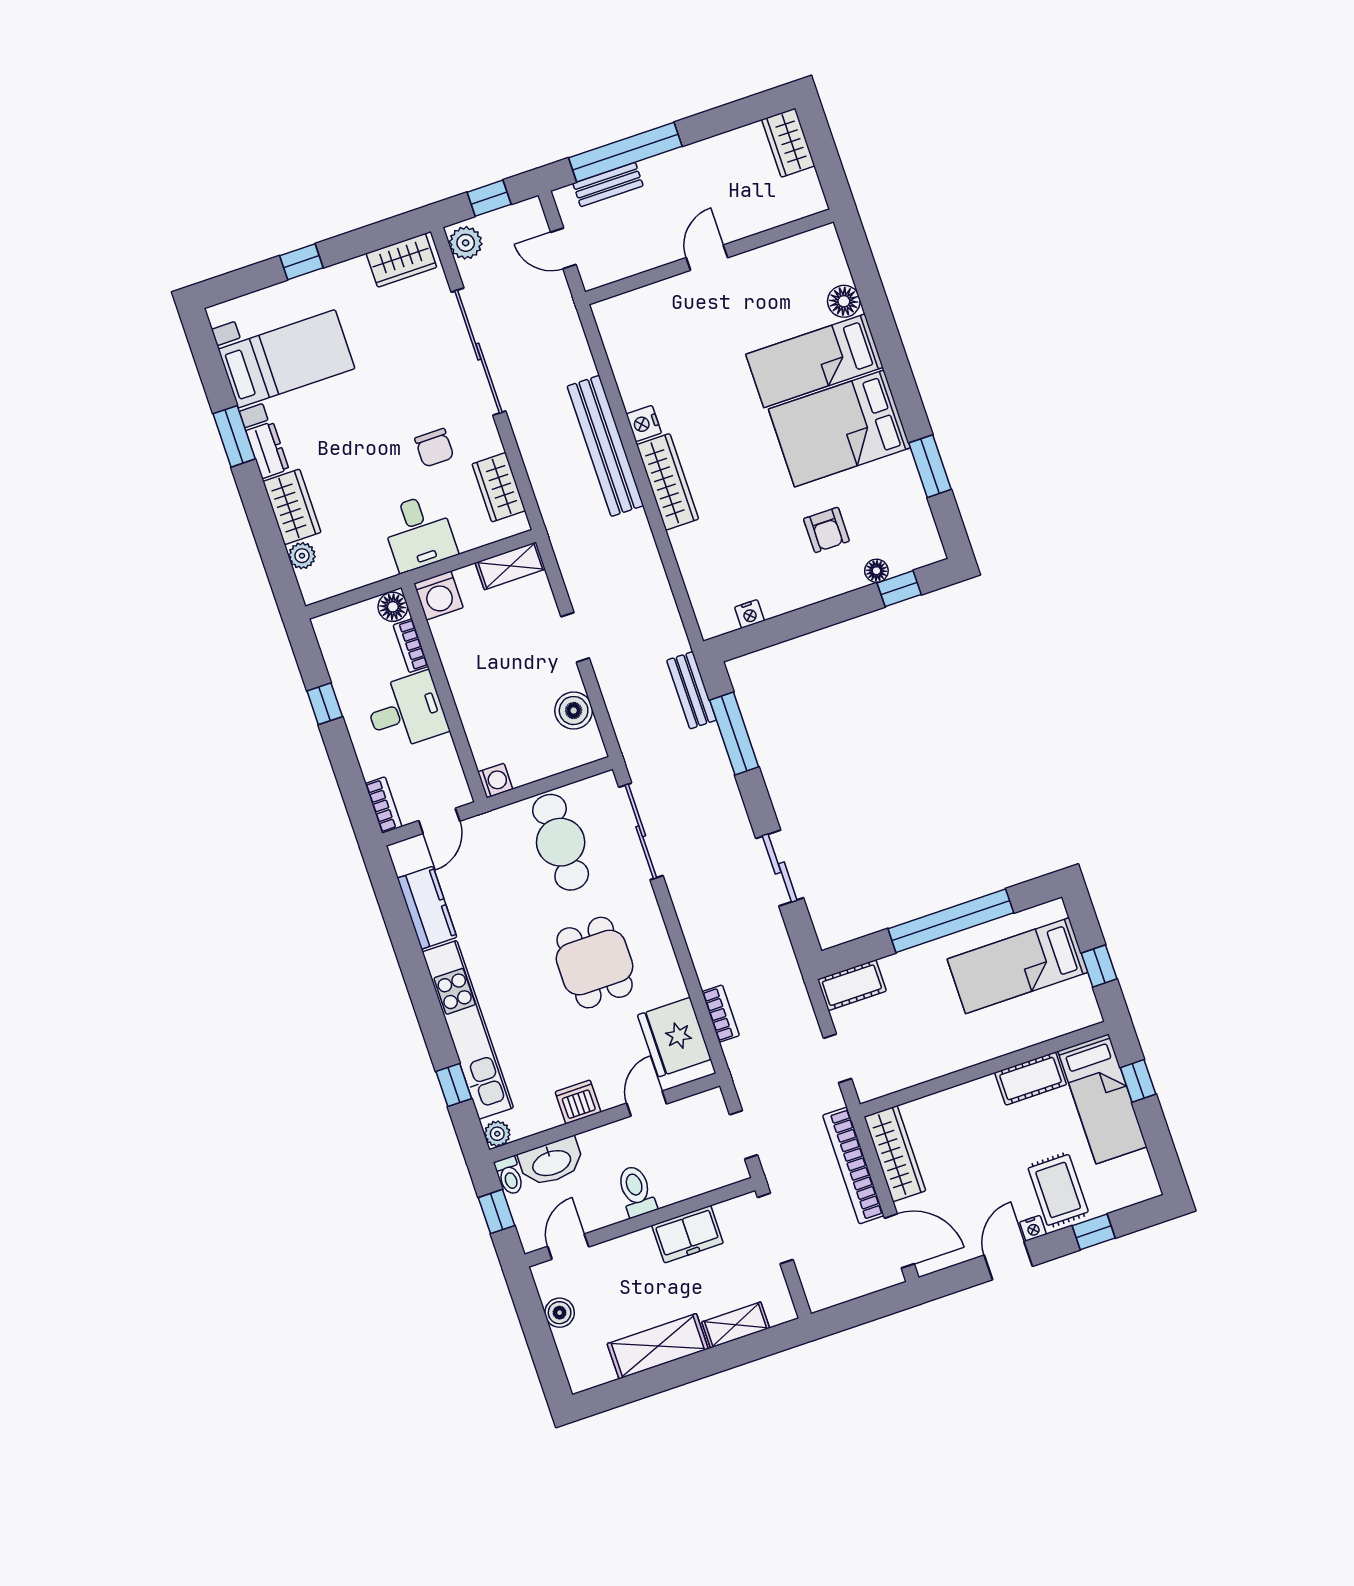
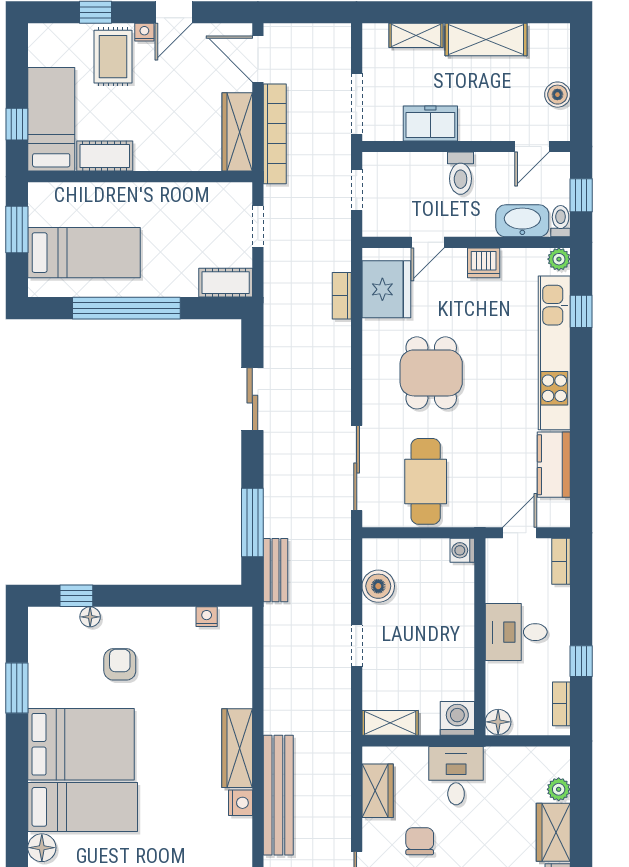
bookcase: (411, 646) -> (561, 704), moved, turned 180
window: (1099, 966) -> (17, 230), width x1.50

